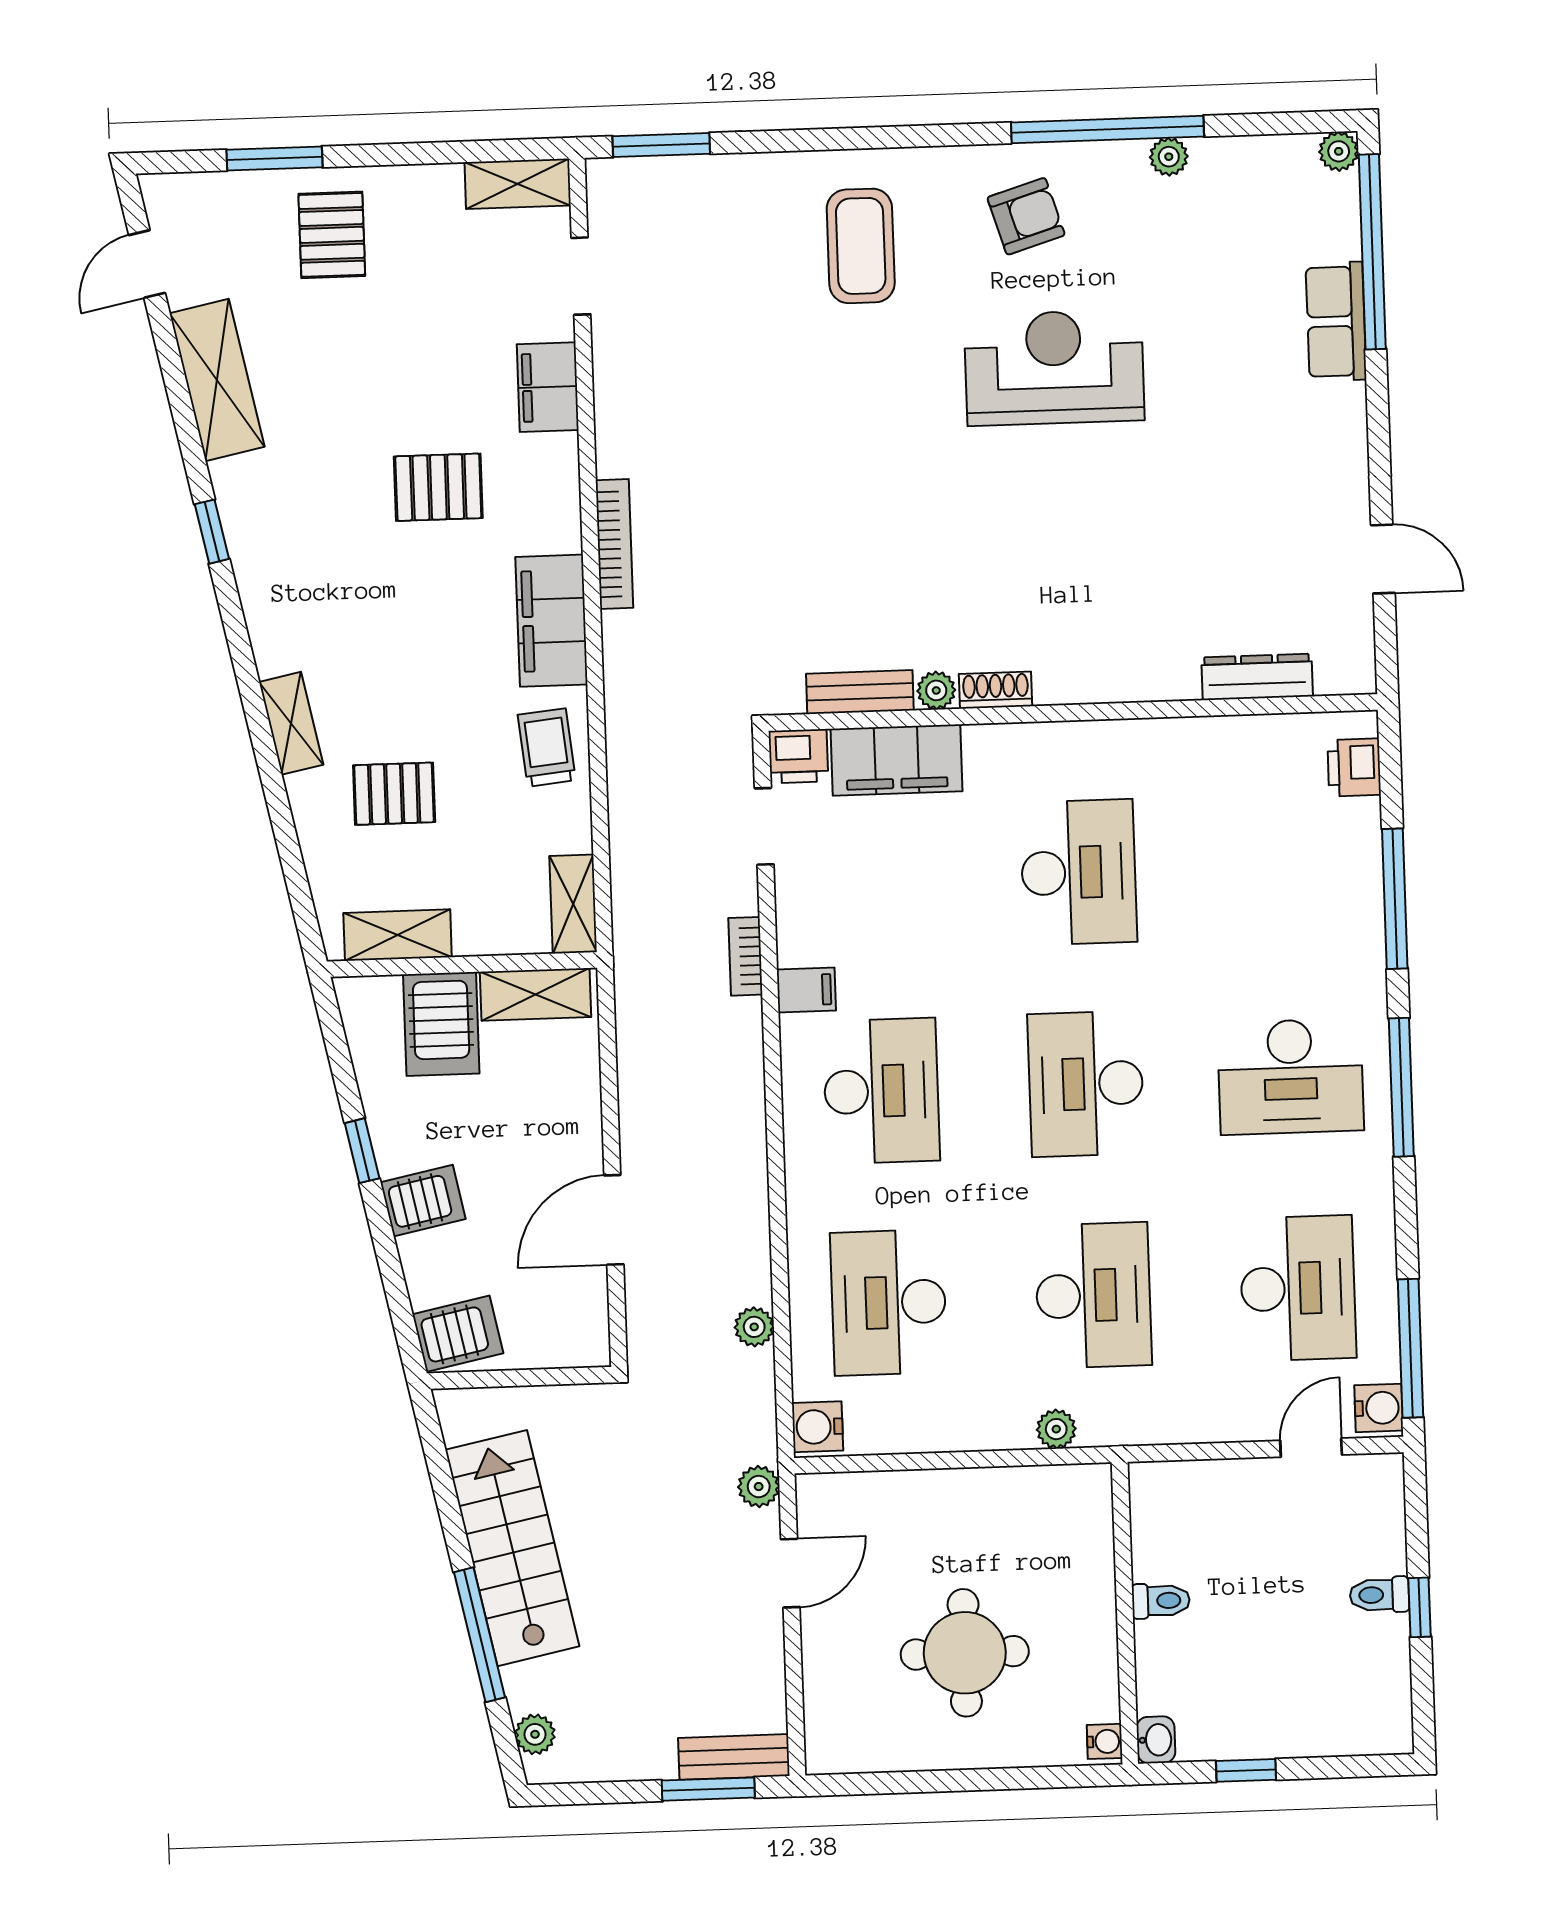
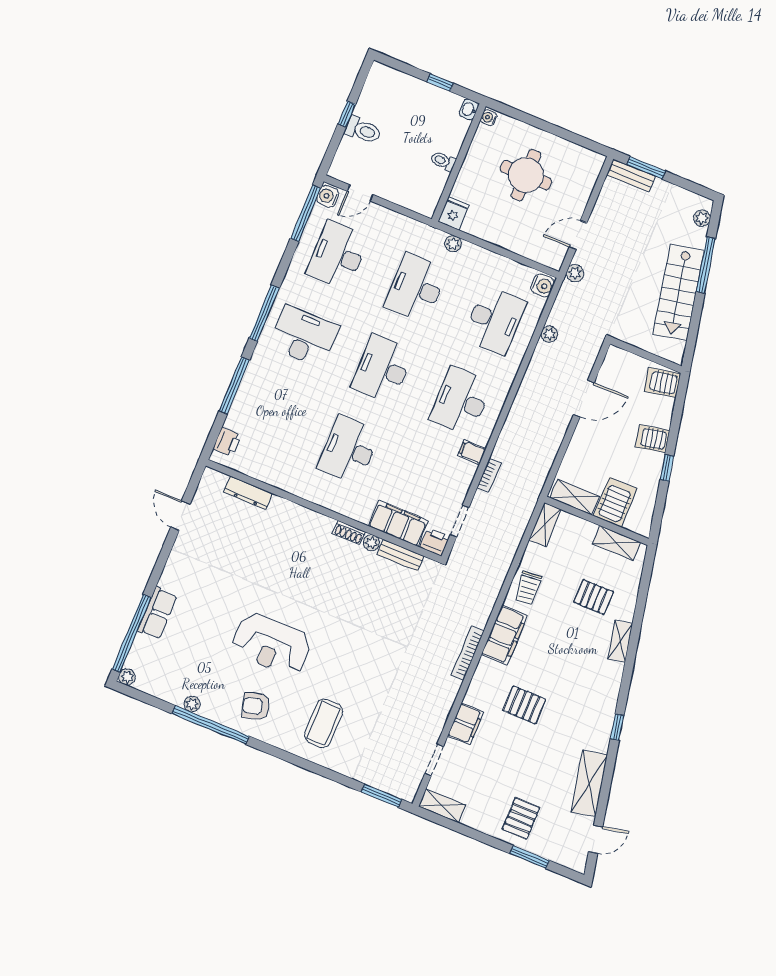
desk: (1086, 1084) -> (383, 369), turned 180
fridge: (1086, 1496) -> (454, 213), added
toilet: (1379, 1595) -> (363, 130), width x1.37, depth x1.39

